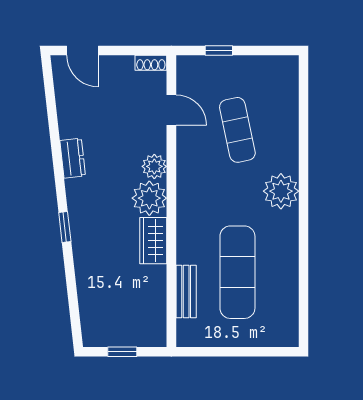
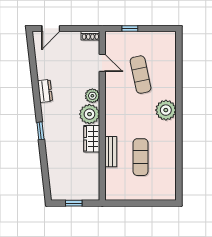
door: (83, 50) -> (51, 28), hinge flipped
exercise mat: (237, 272) -> (141, 157), width x0.73, depth x0.69
bench: (186, 292) -> (111, 152), moved

